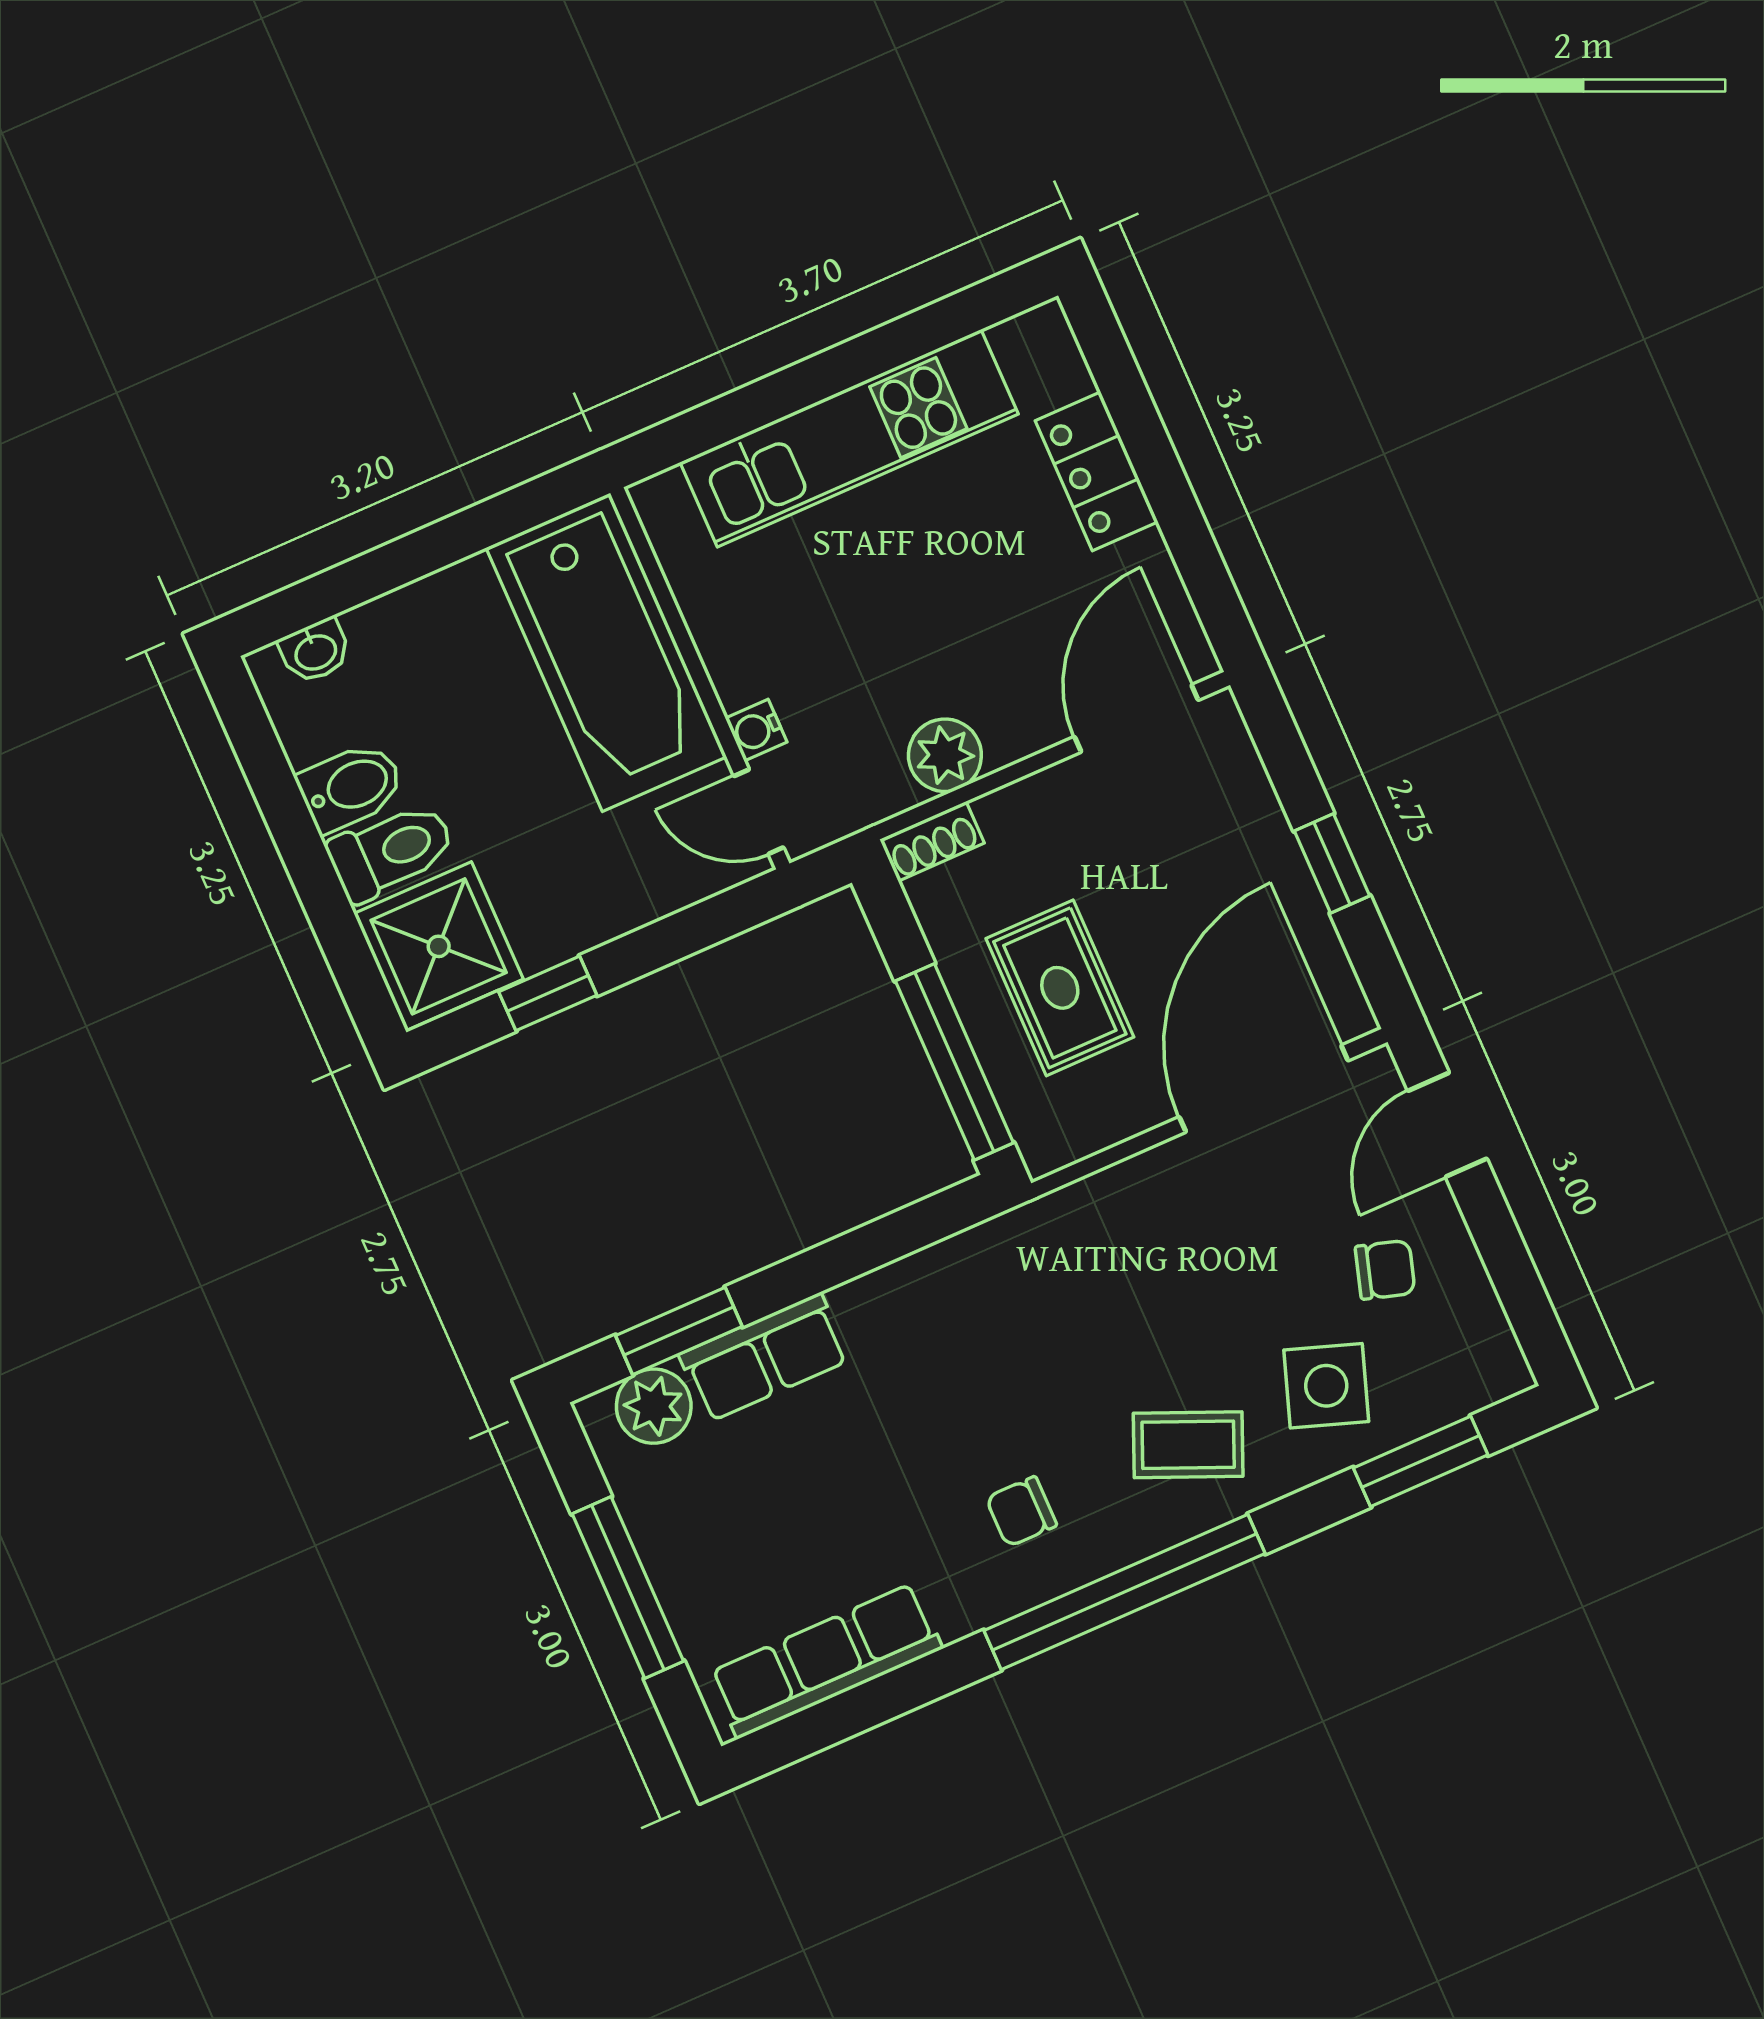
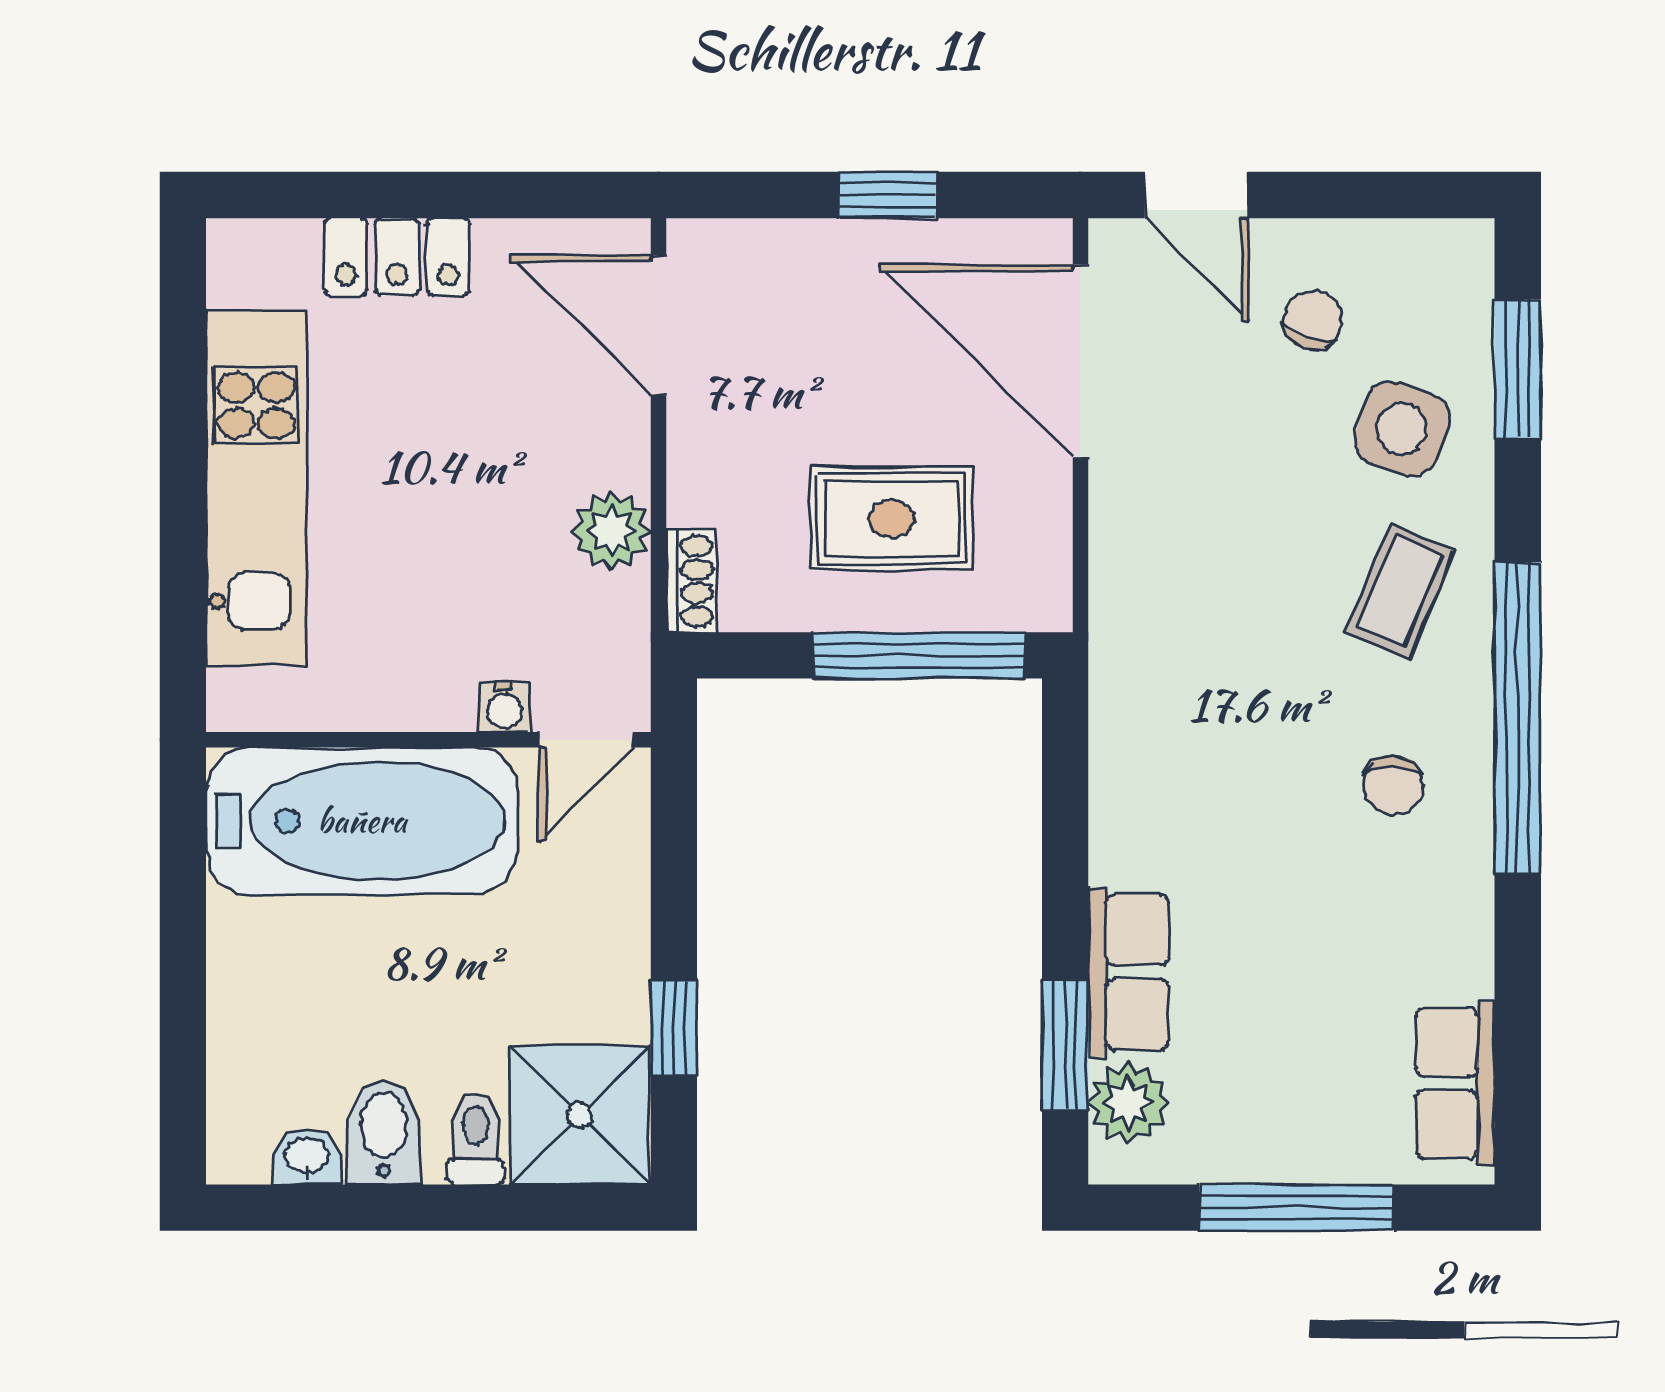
washbasin: (315, 651) -> (307, 1157), moved, turned -90
toilet: (391, 851) -> (476, 1138), width x0.73, depth x0.72
row of seats: (826, 1661) -> (1455, 1083), width x0.68

